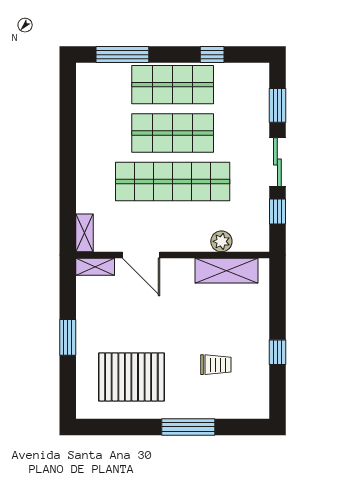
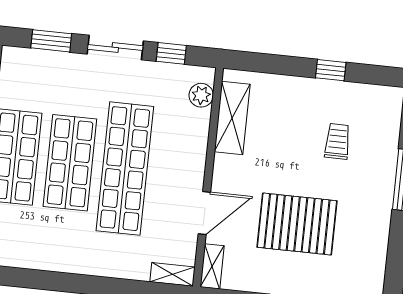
plant: (221, 241) -> (201, 95), moved
pallet: (131, 377) -> (297, 224), moved, turned 90

